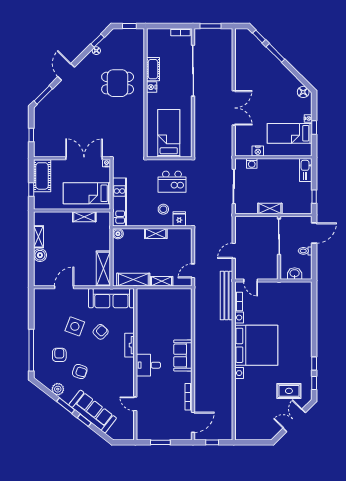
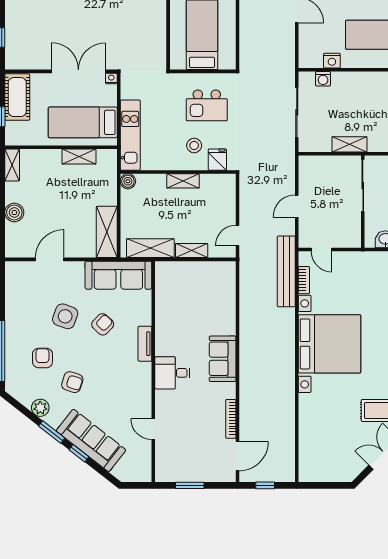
shelving: (38, 237) -> (12, 165), moved

